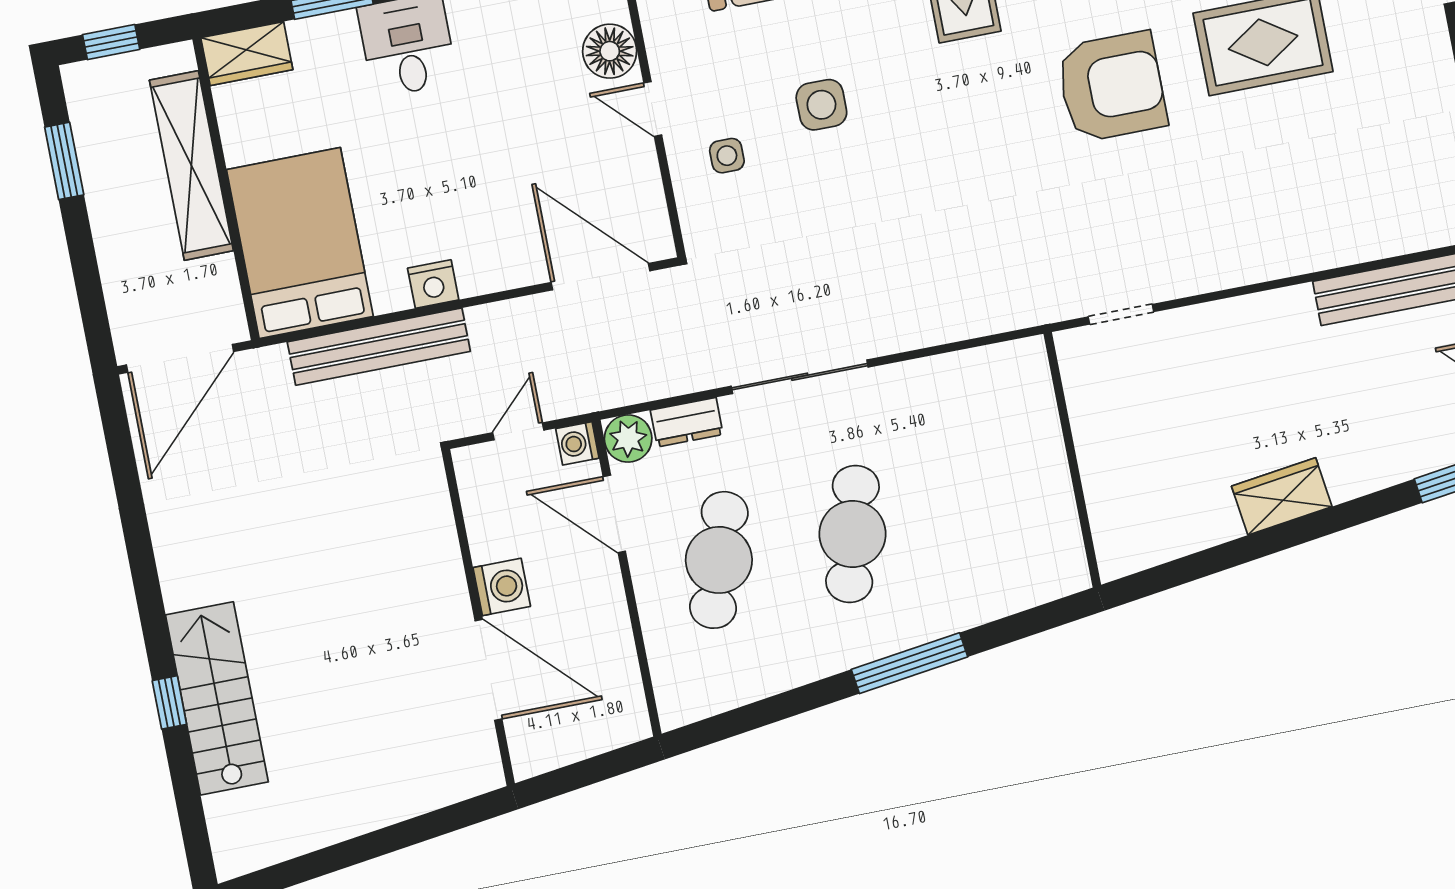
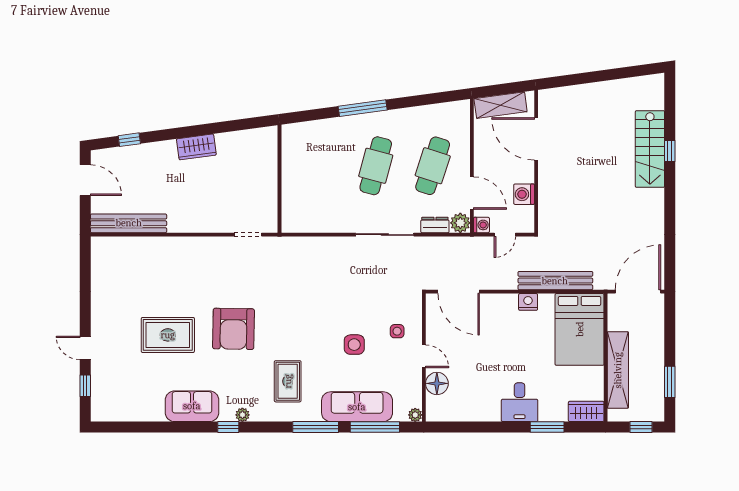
armchair: (1112, 87) -> (234, 329), turned -89
washing machine: (502, 587) -> (524, 194), moved
shelving: (587, 733) -> (501, 105), added

